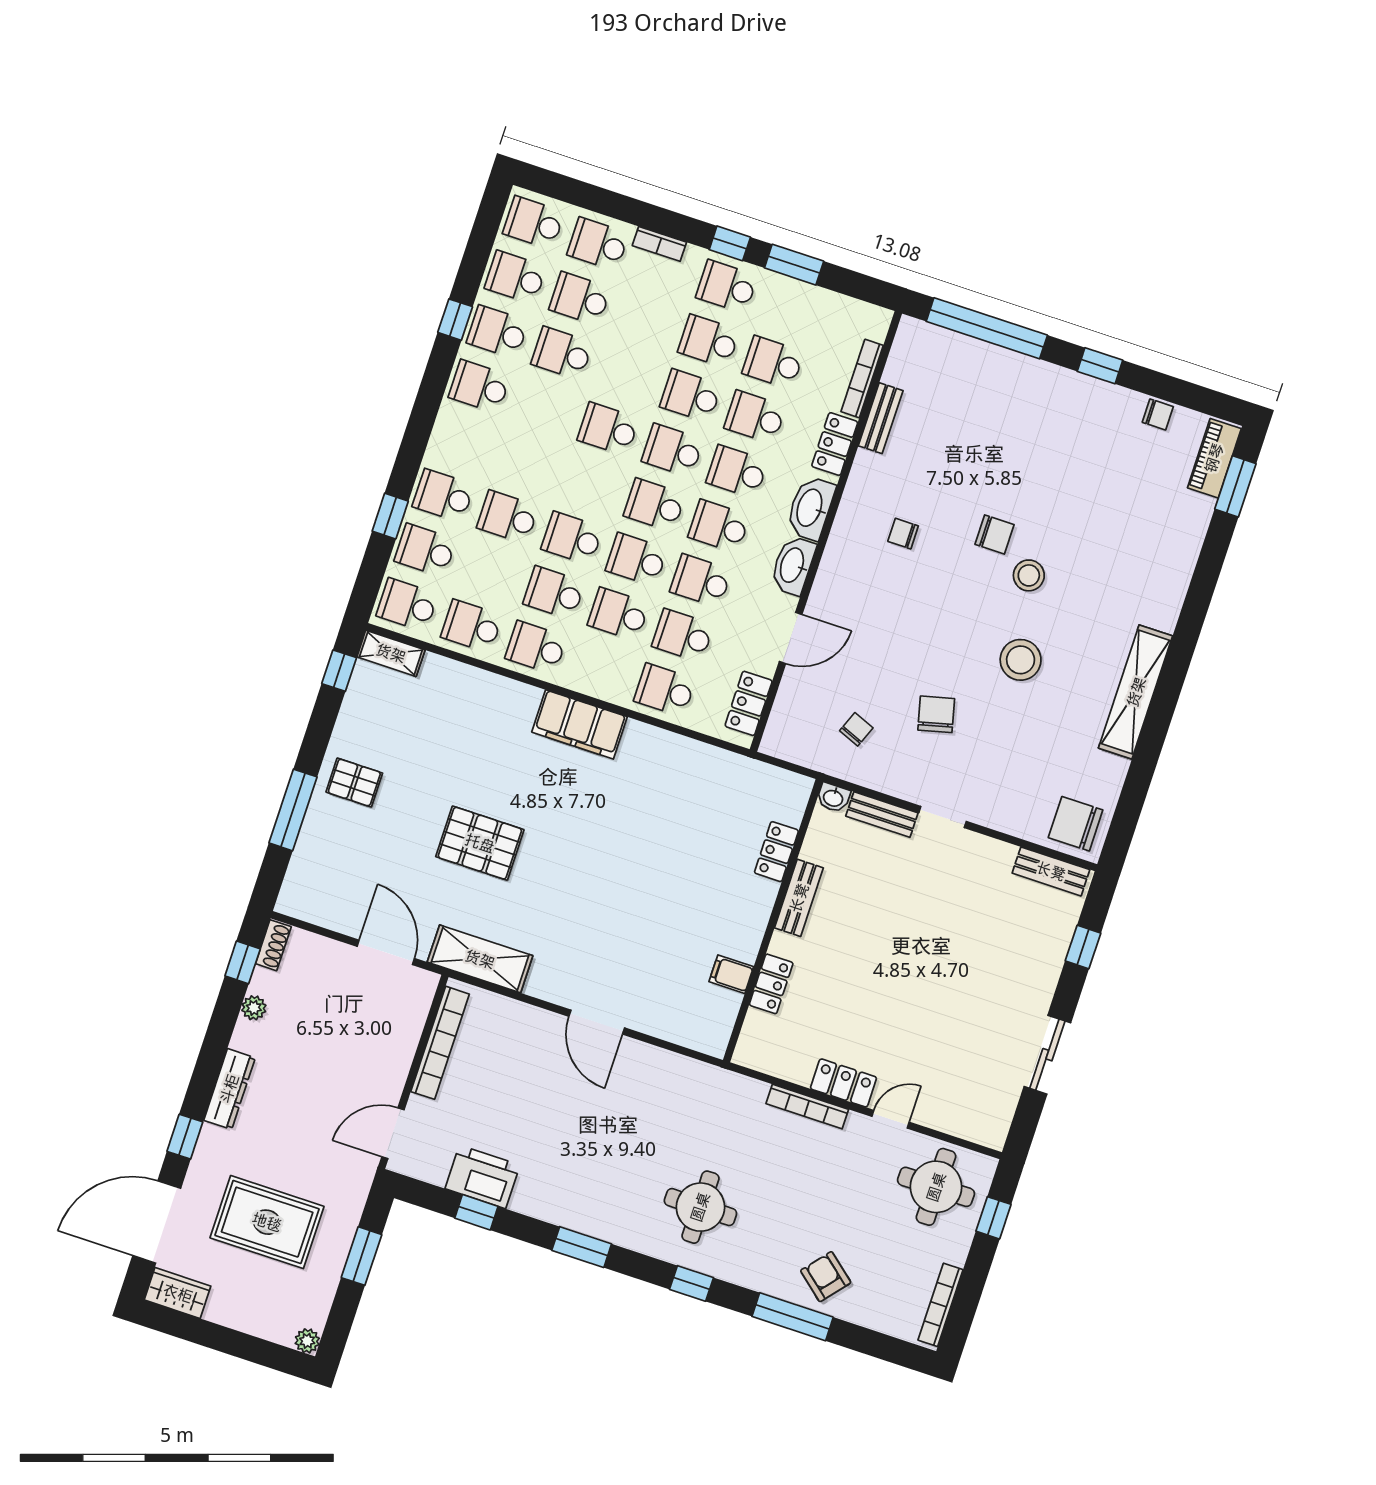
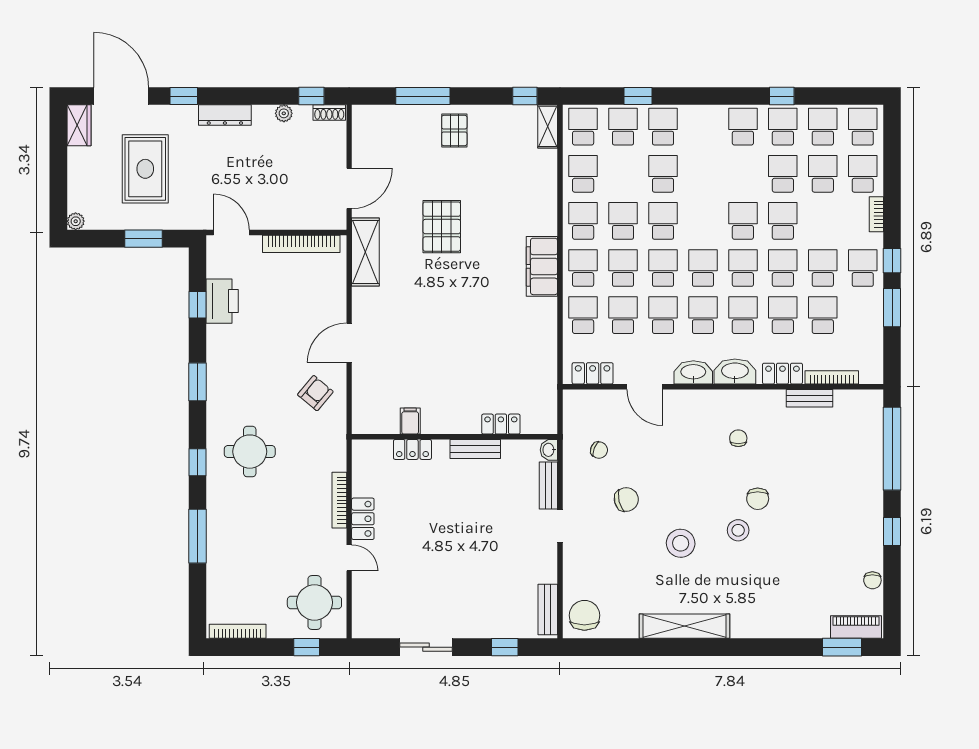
school desk: (626, 375) -> (783, 221), added
school desk: (600, 669) -> (583, 268), added
armchair: (826, 1277) -> (315, 393), moved

